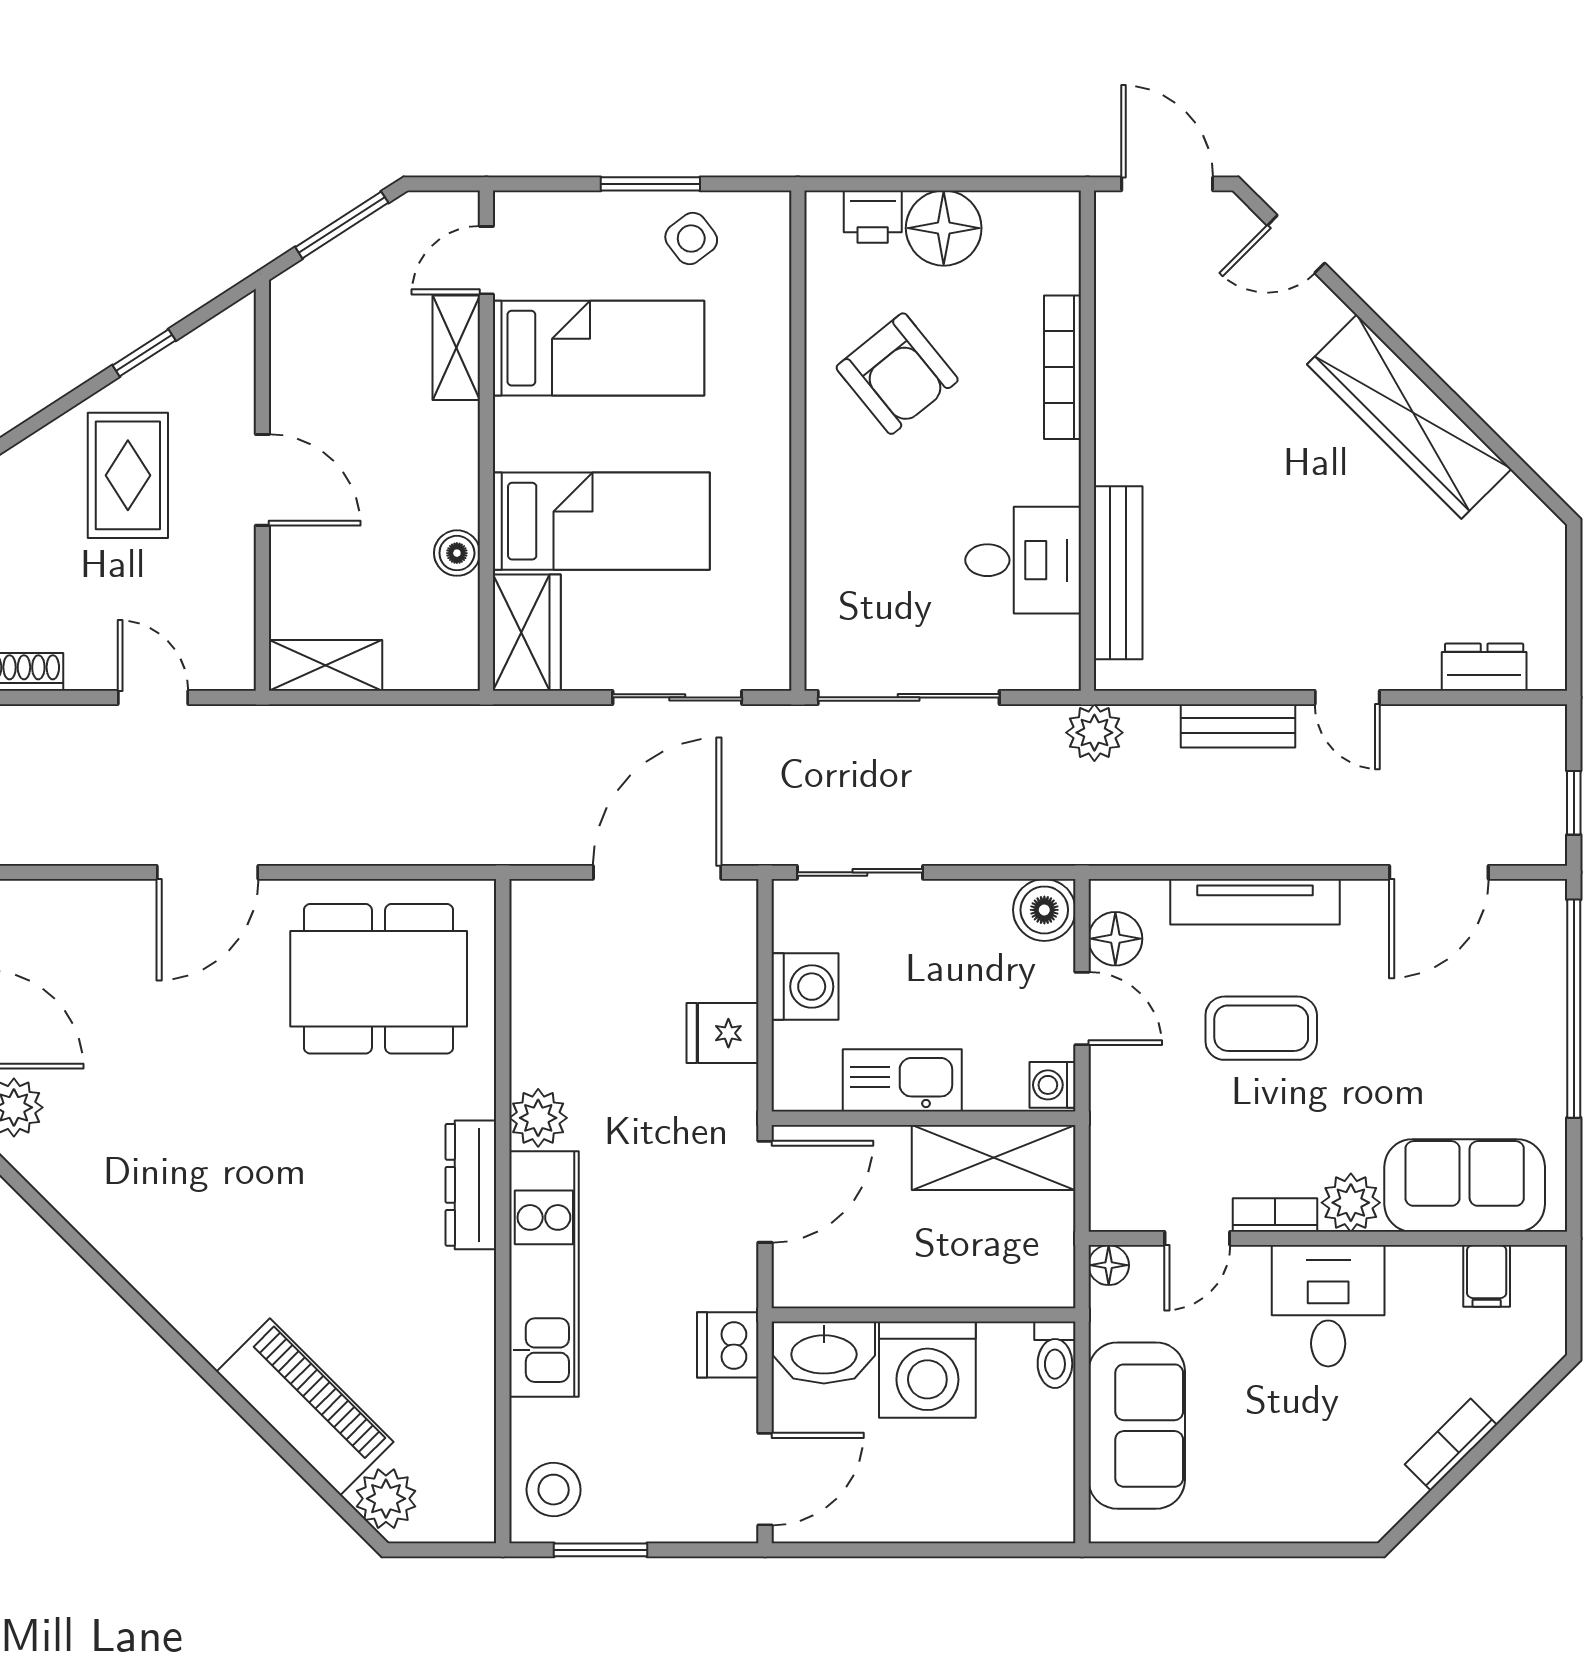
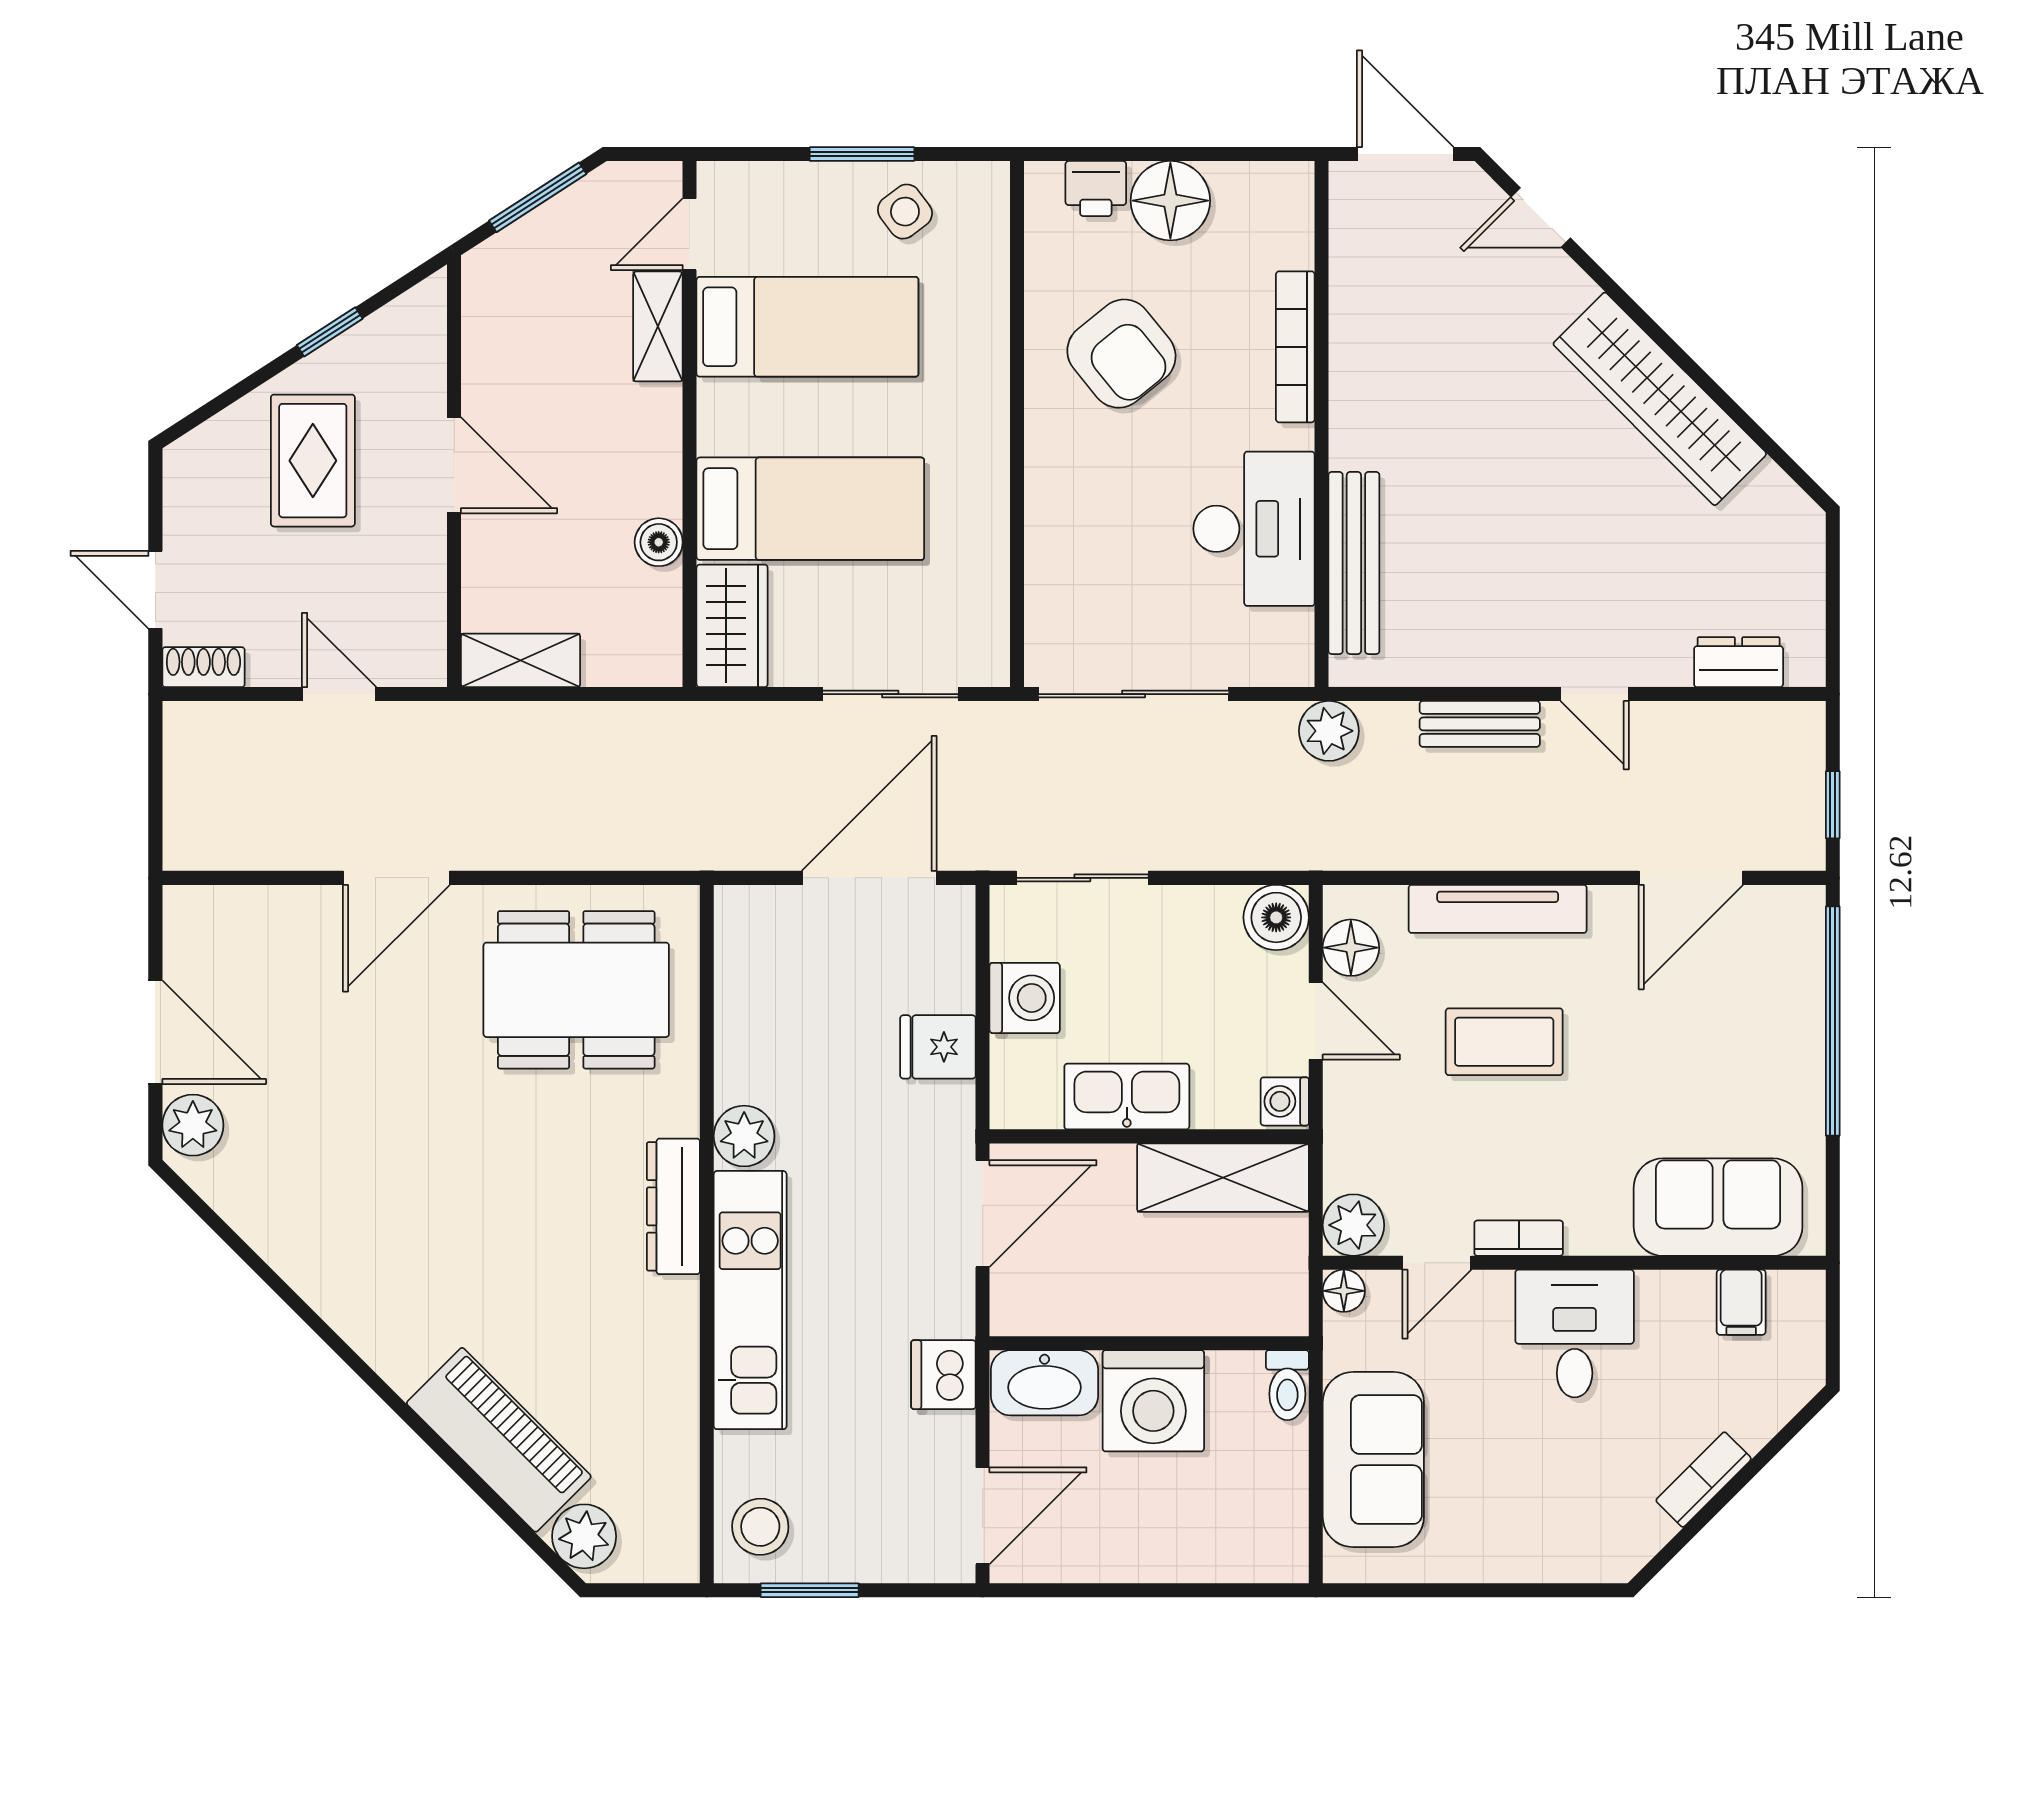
desk: (1023, 560) -> (1254, 529), width x1.37
plant: (1351, 1203) -> (1353, 1225), moved

